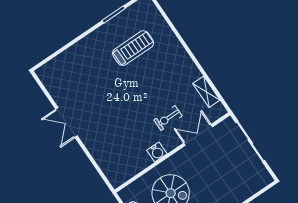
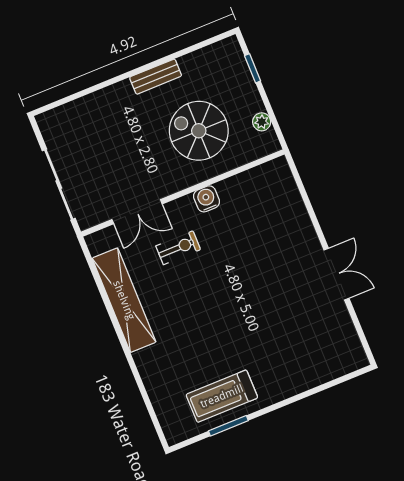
treadmill: (133, 48) -> (222, 396), moved
shelving: (206, 92) -> (124, 300), width x2.20, depth x1.33

